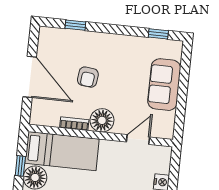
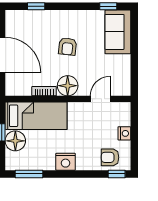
armchair: (88, 77) -> (68, 46), moved
sofa: (164, 85) -> (118, 32), moved

